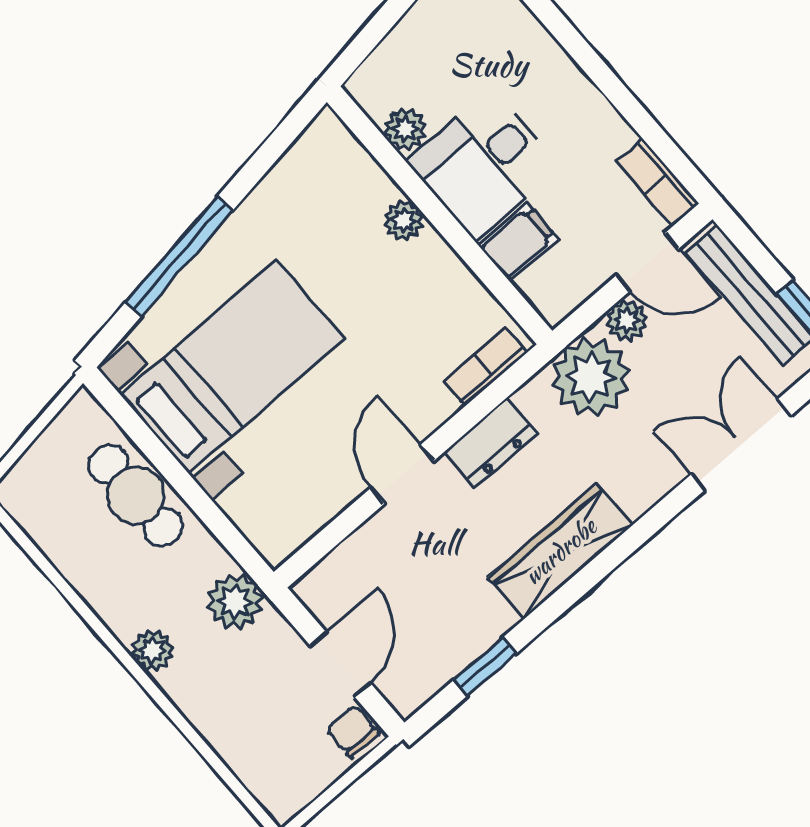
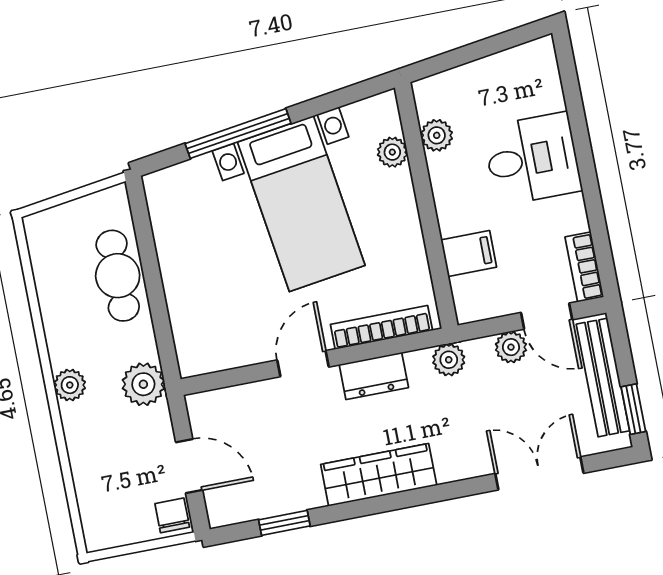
desk: (484, 164) -> (532, 159), moved, turned 180
plant: (404, 221) -> (392, 152), moved
bed with nightstands: (233, 367) -> (301, 204), moved, turned 82
bookcase: (485, 367) -> (381, 327), width x1.56
plant: (591, 377) -> (449, 360), width x0.53, depth x0.53
door: (340, 664) -> (189, 466), hinge flipped

